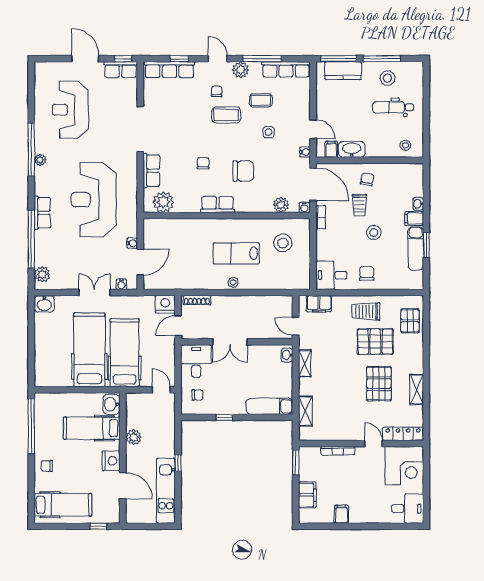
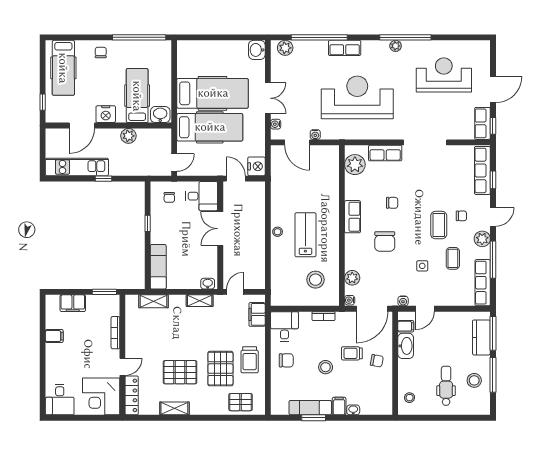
bookcase: (321, 217) -> (324, 316), moved
shoe rack: (197, 300) -> (260, 197), removed
trolley: (366, 311) -> (250, 360), turned 180

